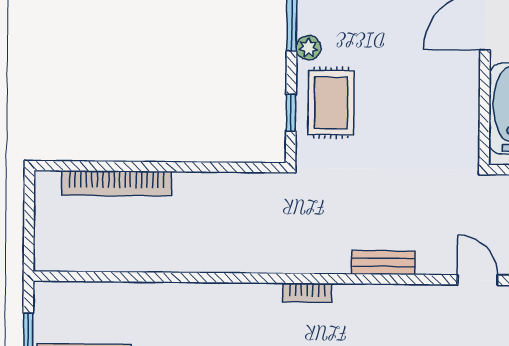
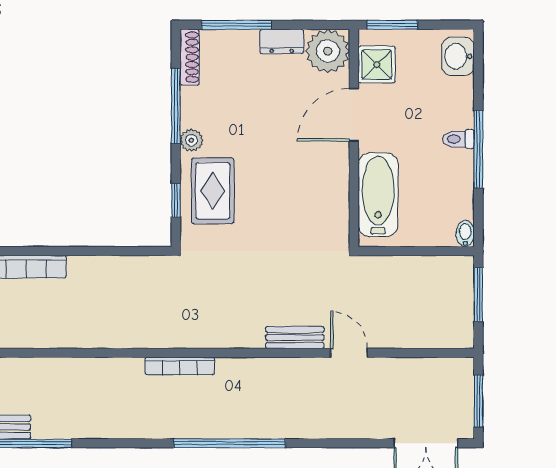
bench: (383, 263) -> (295, 337), moved
bookcase: (307, 293) -> (180, 366), width x1.56

